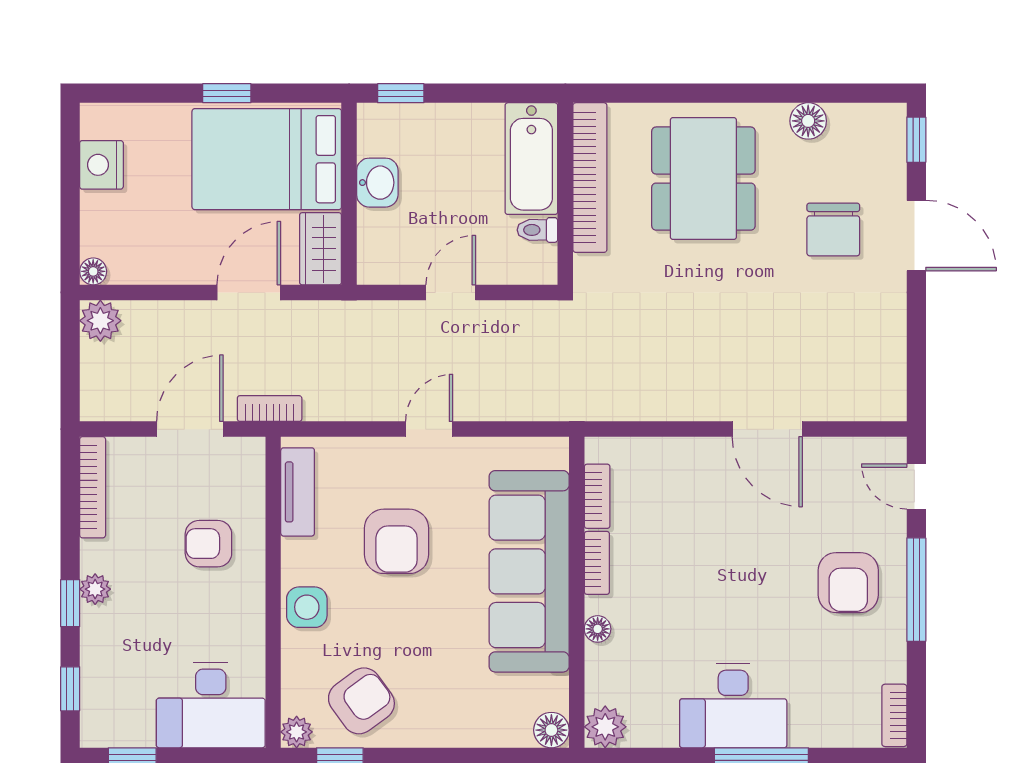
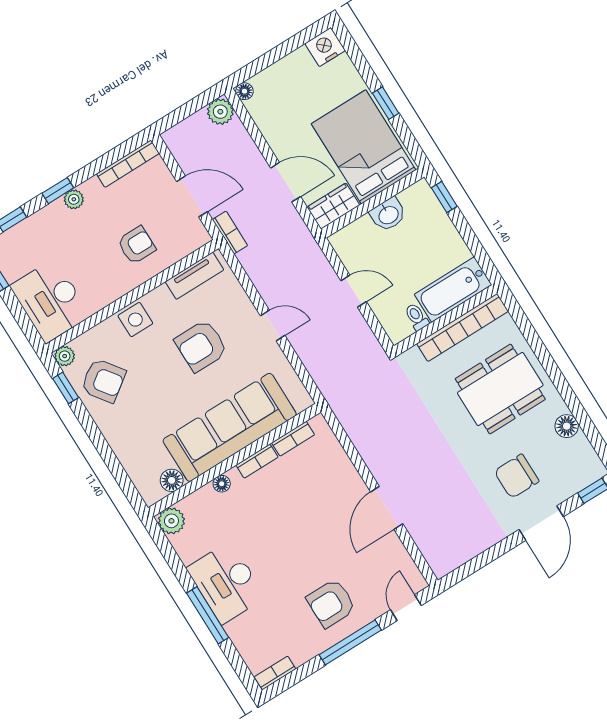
nightstand: (101, 165) -> (325, 47), moved
armchair: (208, 544) -> (137, 245), turned 90
floor lamp: (551, 730) -> (172, 480), moved

